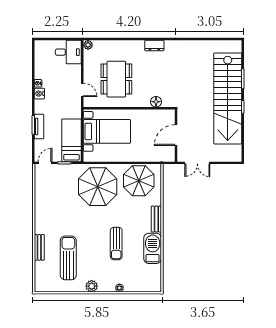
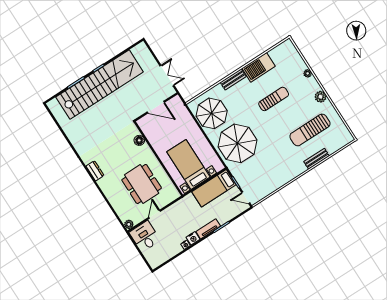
dining table: (116, 79) -> (142, 184), turned 90
door: (82, 90) -> (155, 214), moved
tv unit: (39, 126) -> (208, 229), moved

